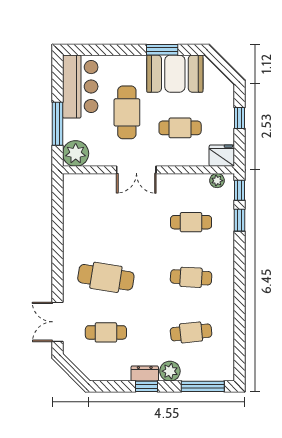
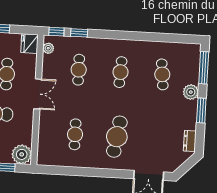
double door: (136, 170) -> (38, 94), moved
cafe table: (106, 332) -> (75, 134), moved
dresser: (145, 374) -> (190, 141), moved
window: (146, 386) -> (201, 111), width x1.50

